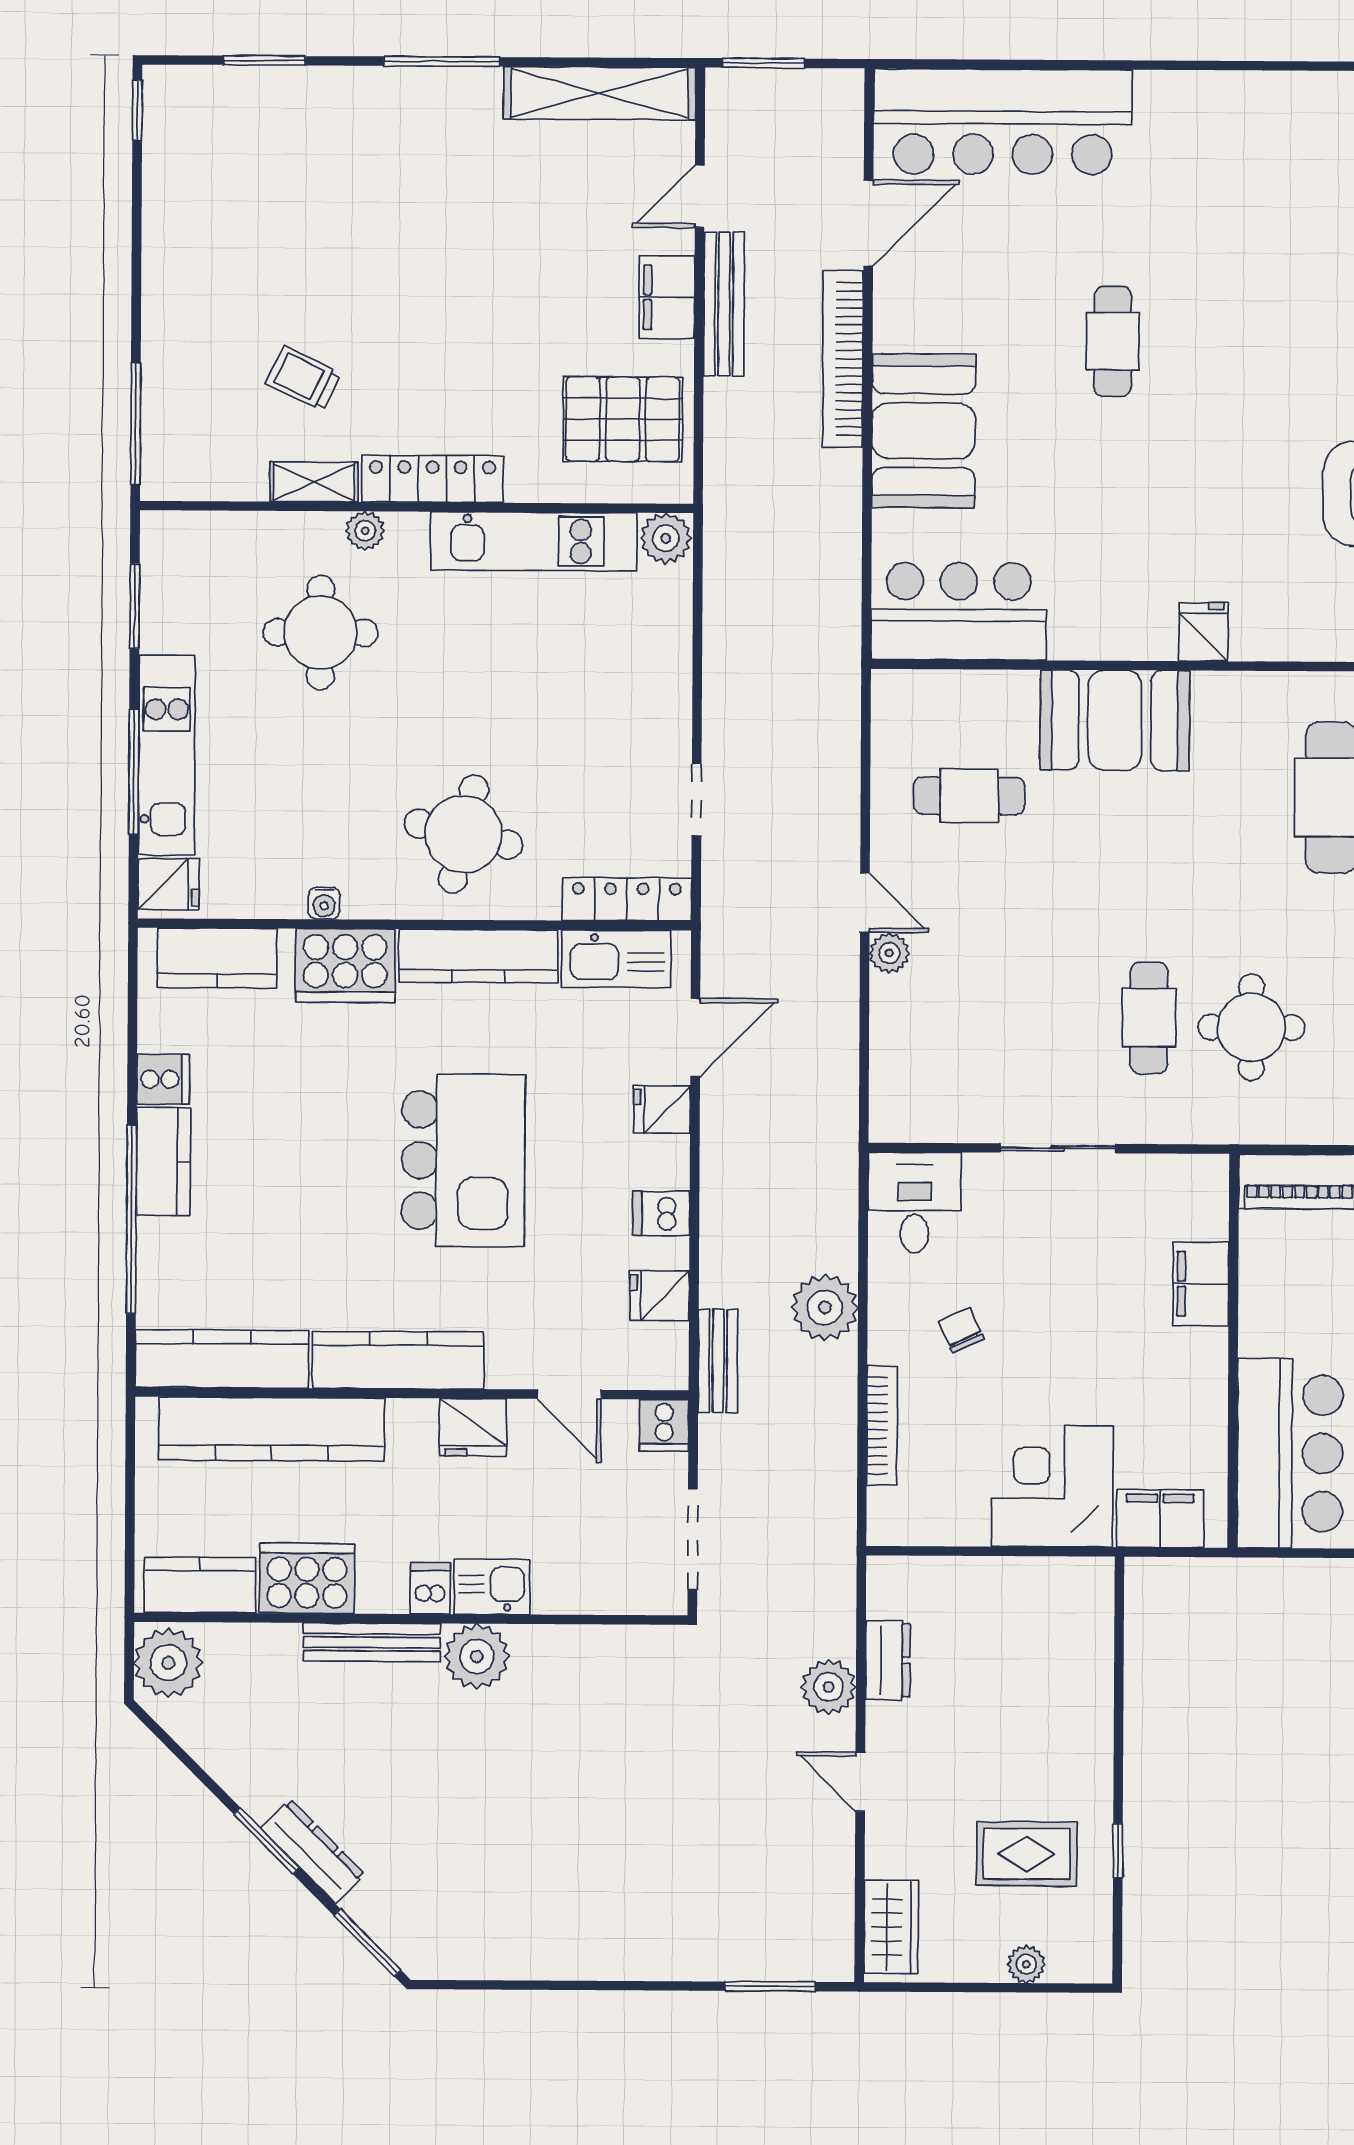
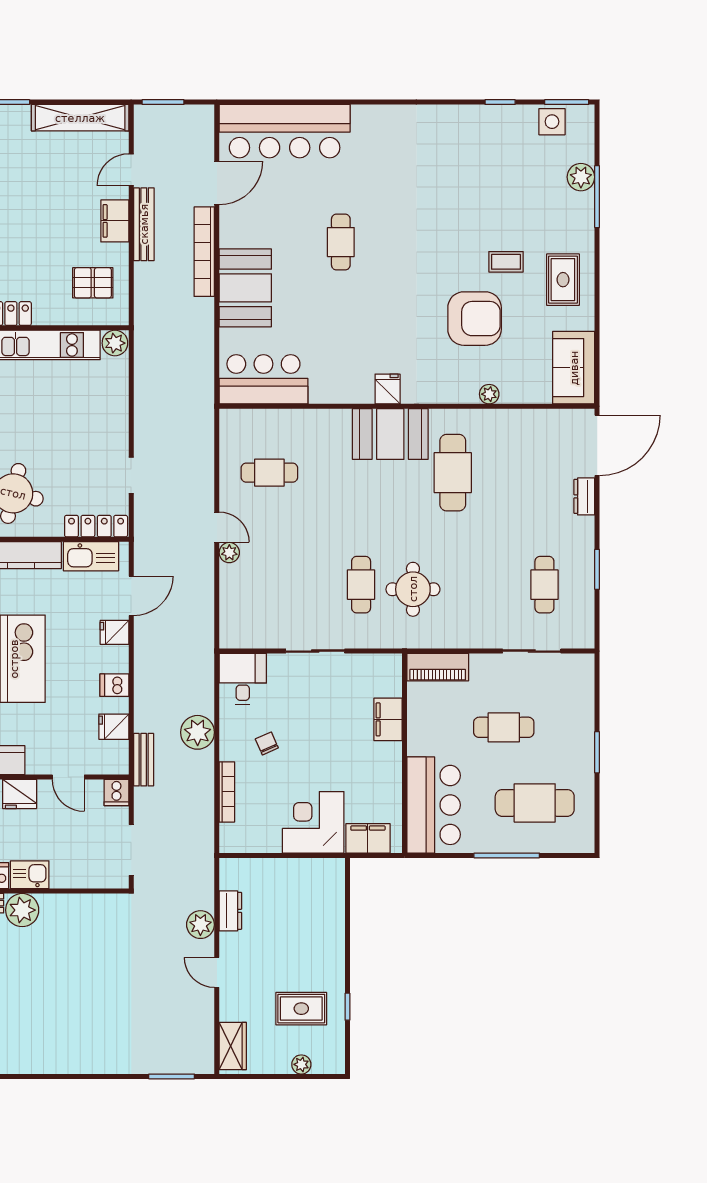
pallet: (623, 419) -> (93, 283), width x0.67, depth x0.71
booth: (1115, 720) -> (390, 434), moved

